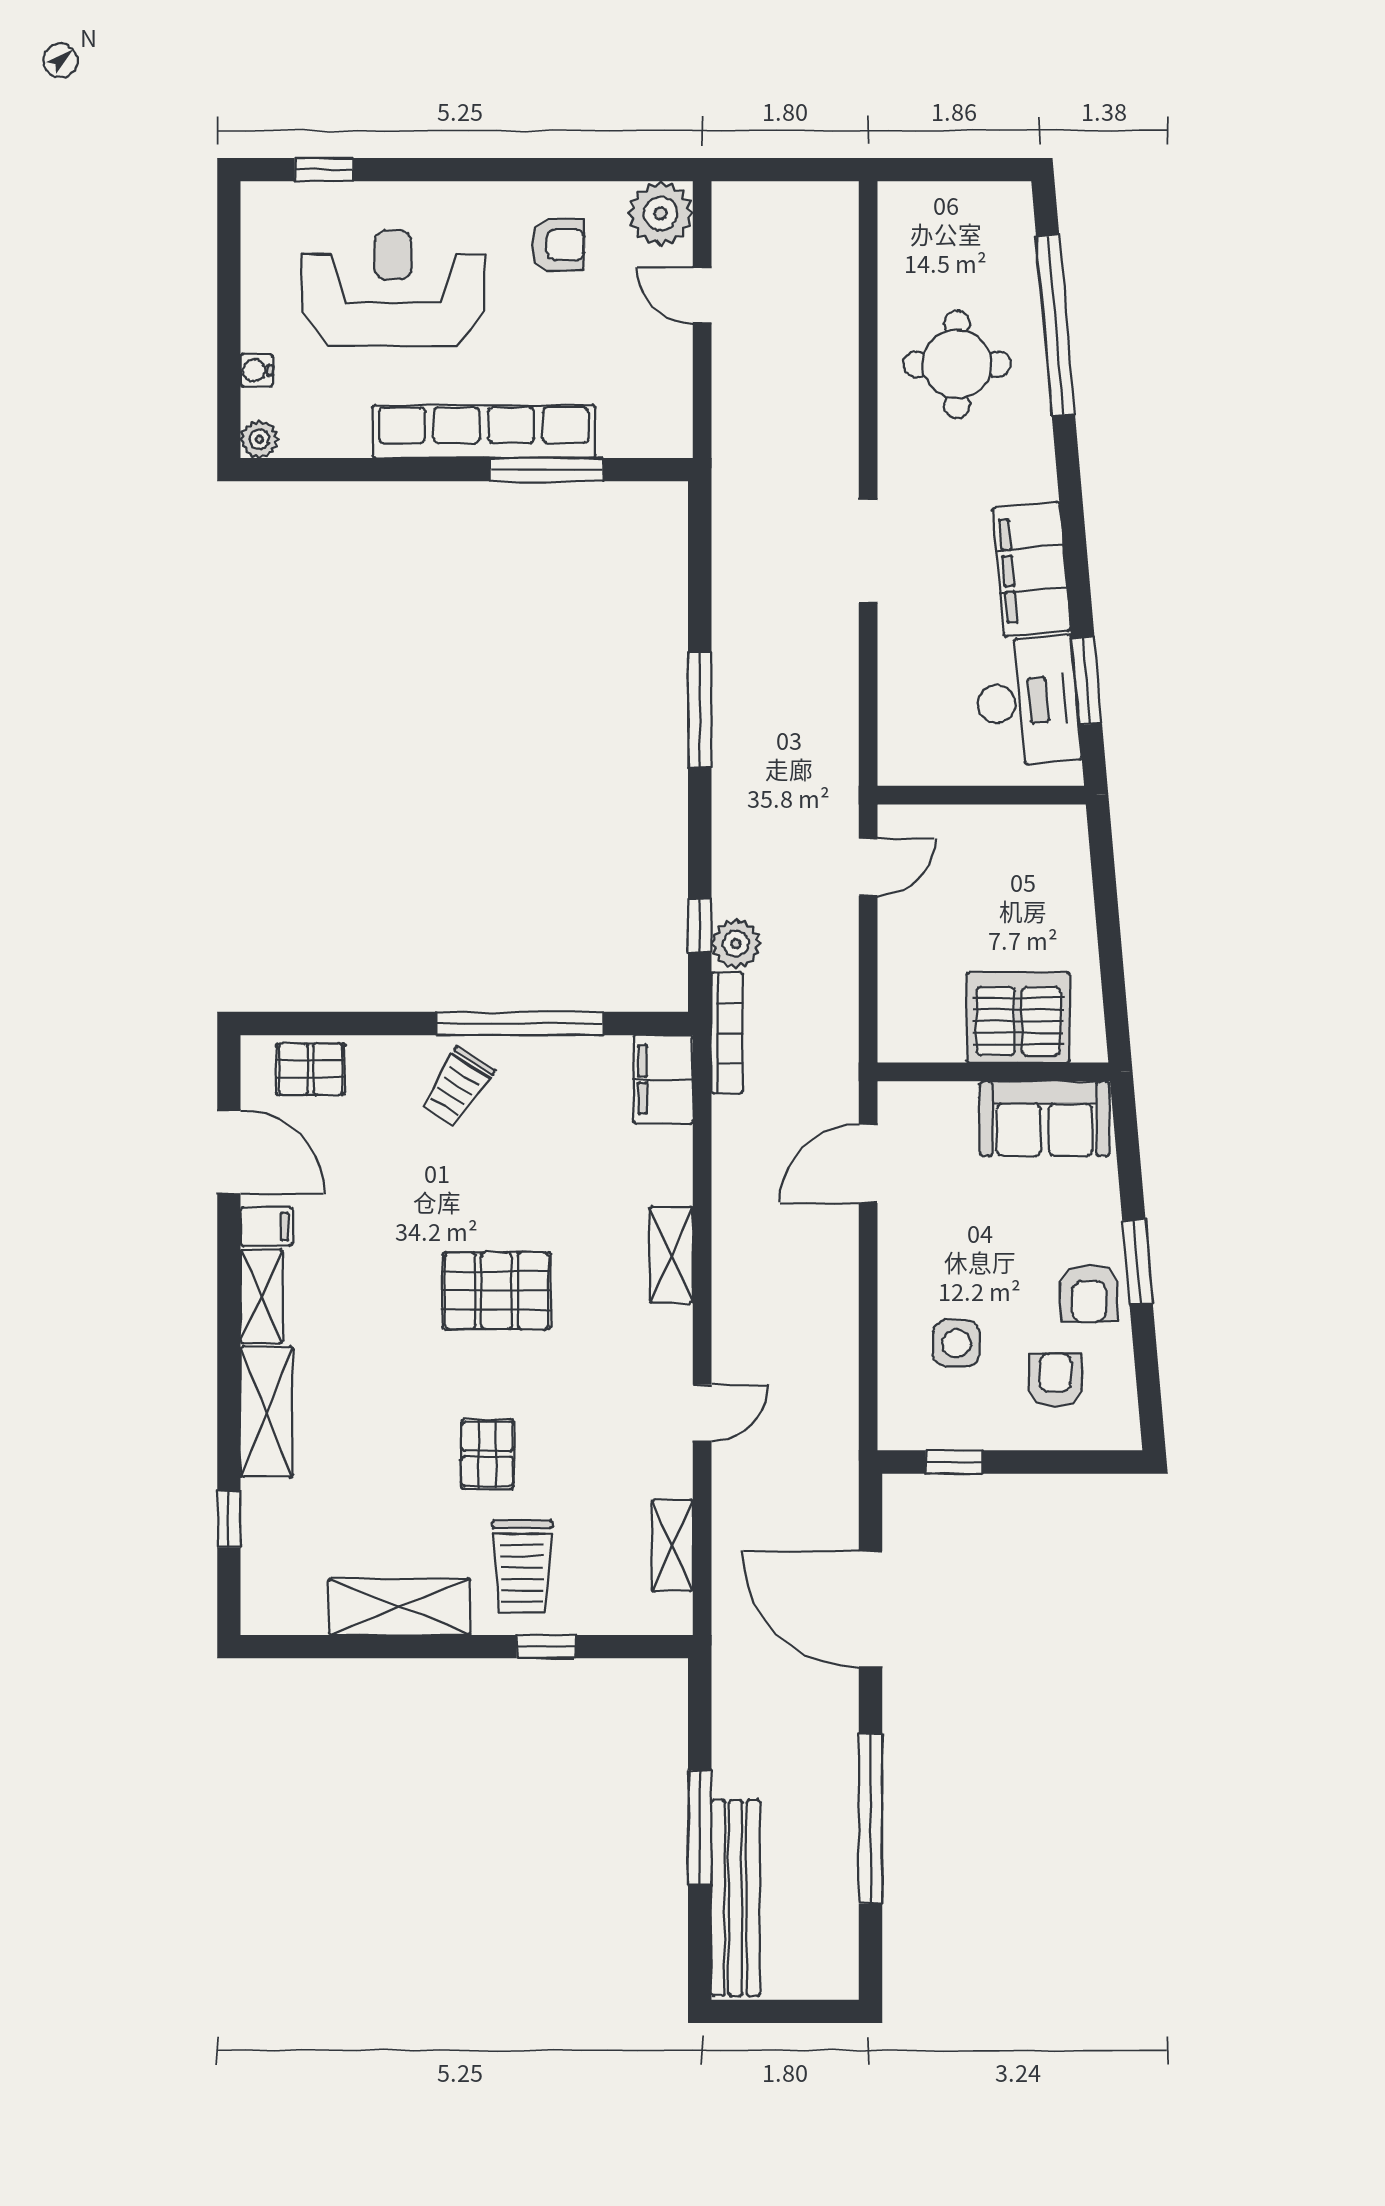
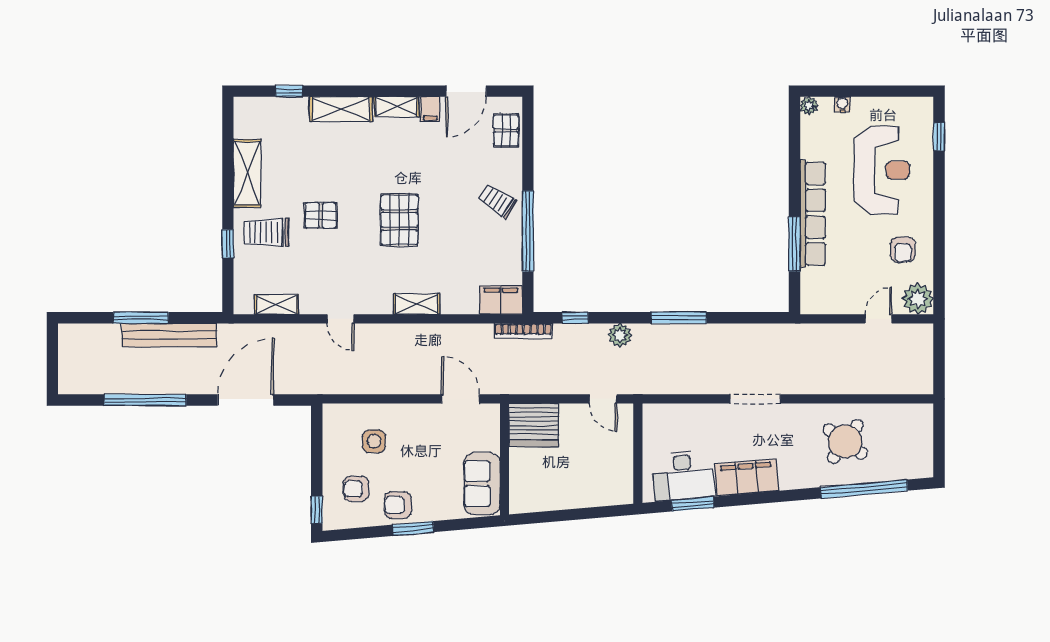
round table: (957, 364) -> (845, 442), turned 36
plant: (736, 944) -> (620, 335), moved
server rack: (1018, 1018) -> (534, 425), moved, turned 90
armchair: (1055, 1380) -> (356, 489), turned 180
window: (954, 1462) -> (317, 510), moved
bench: (736, 1898) -> (169, 335), moved

